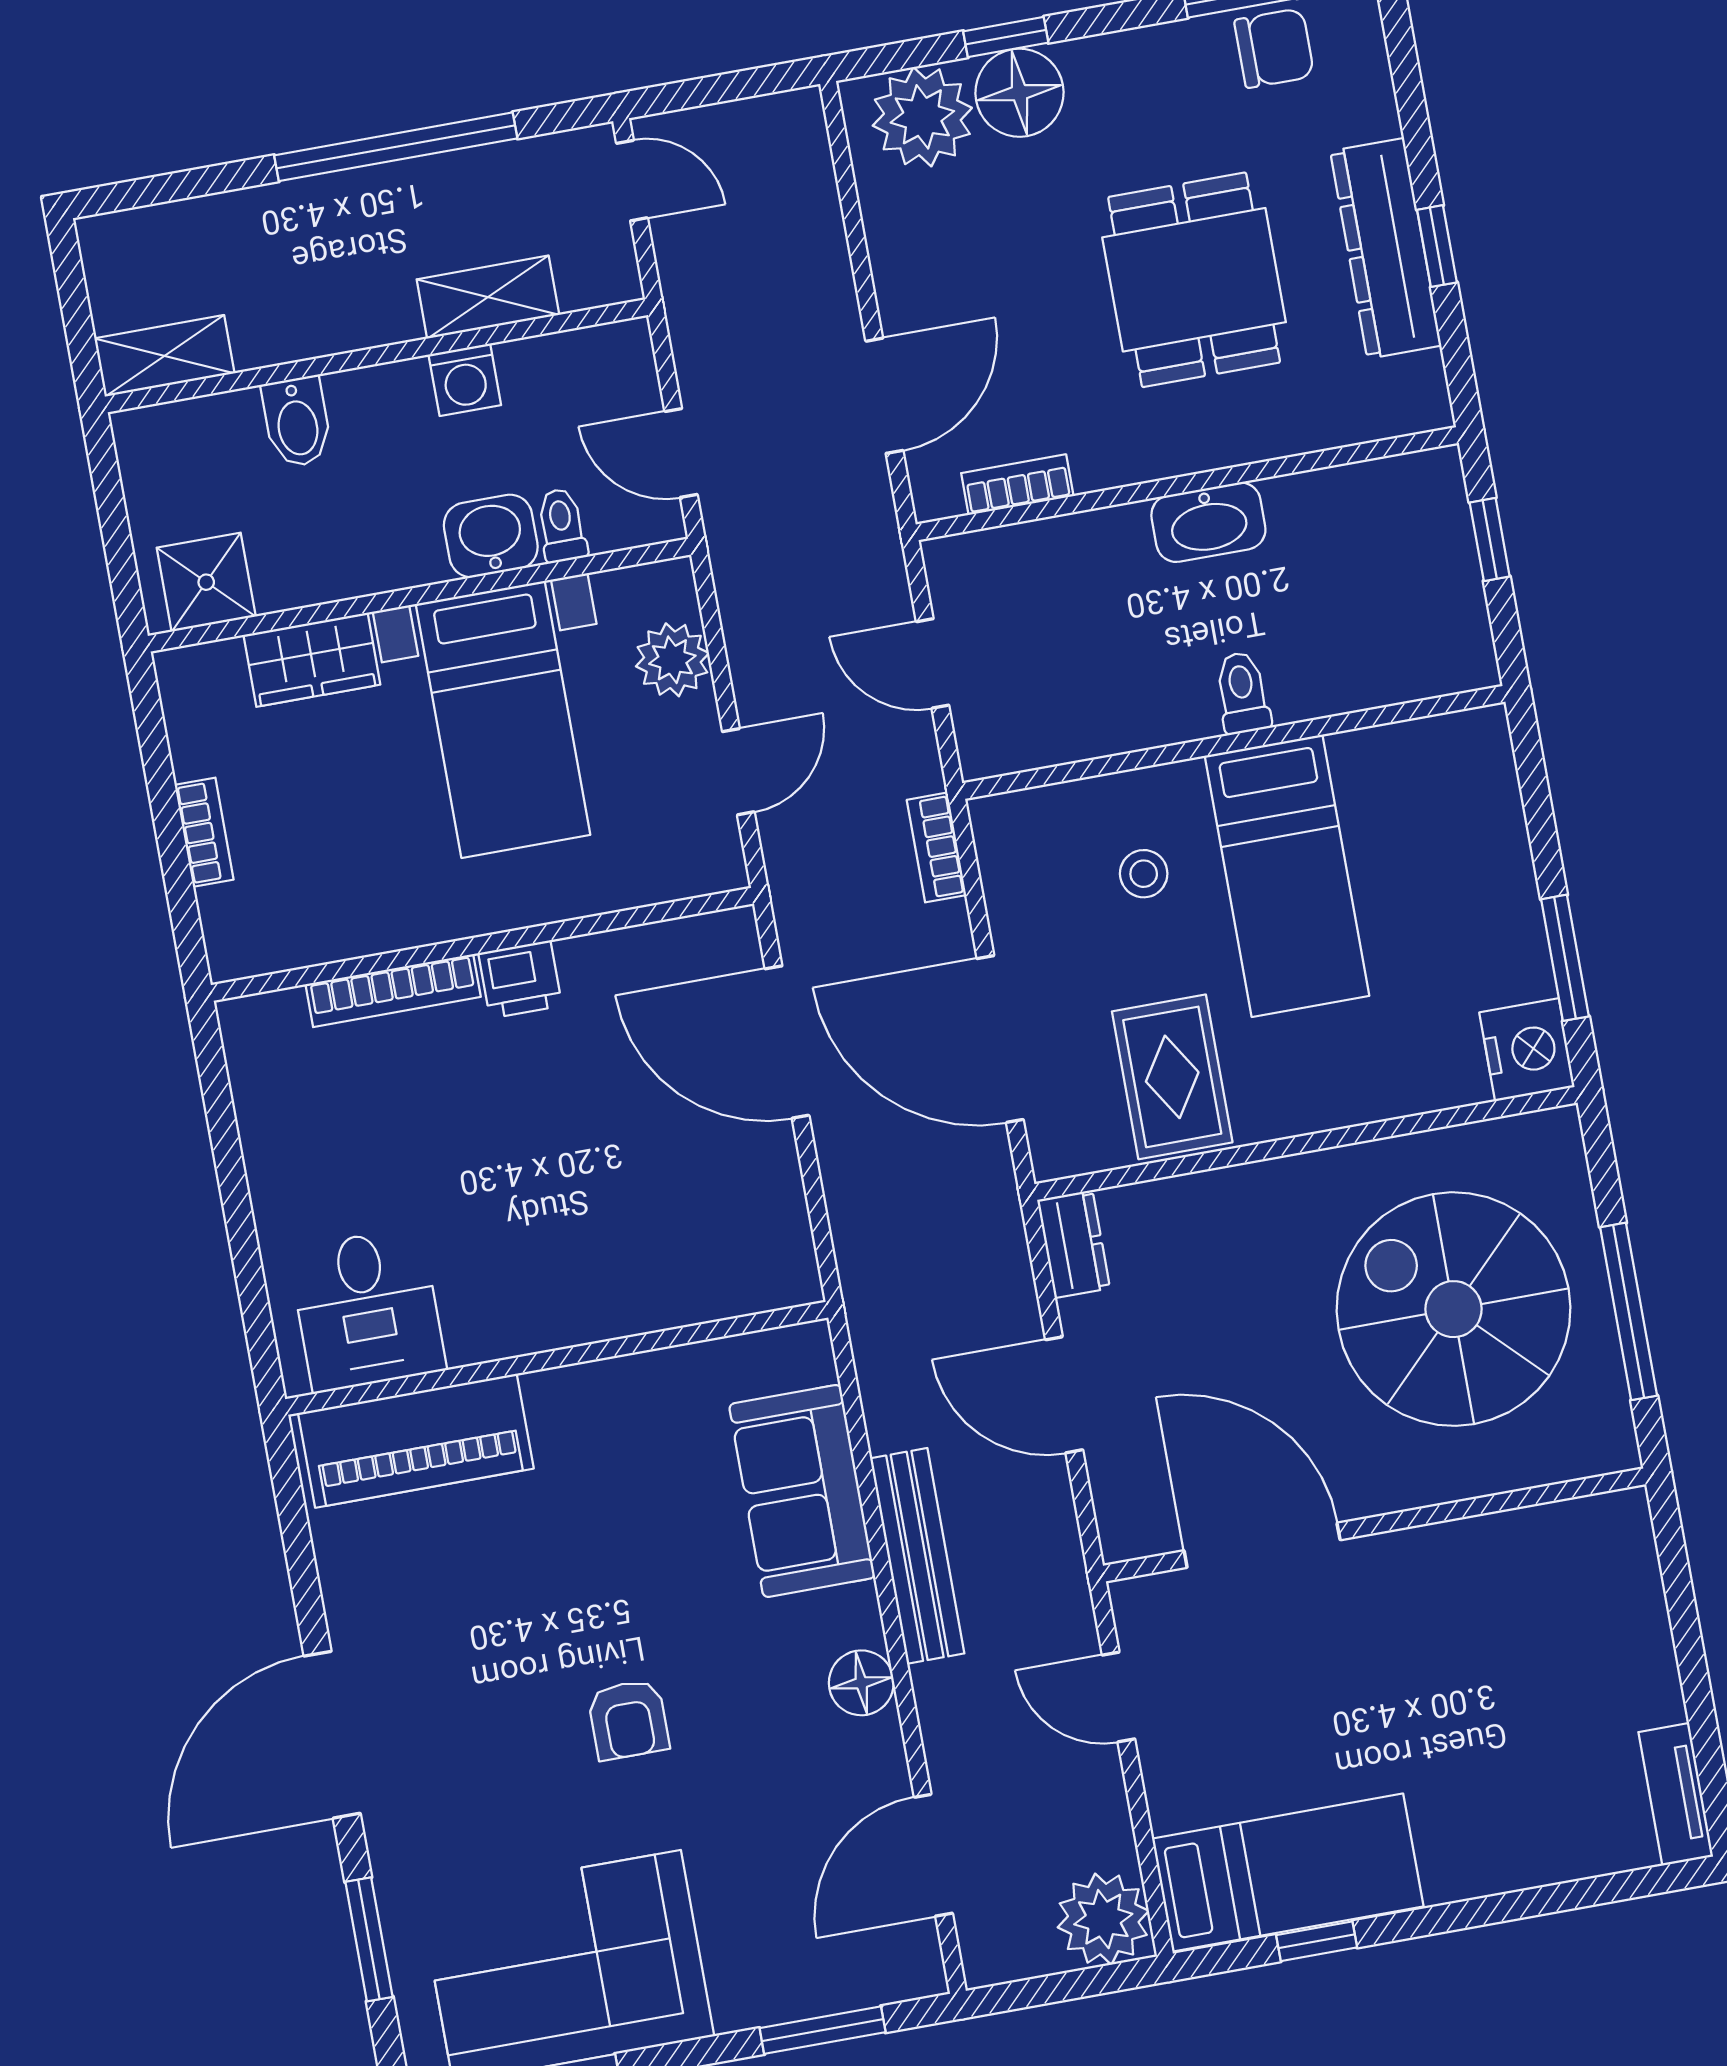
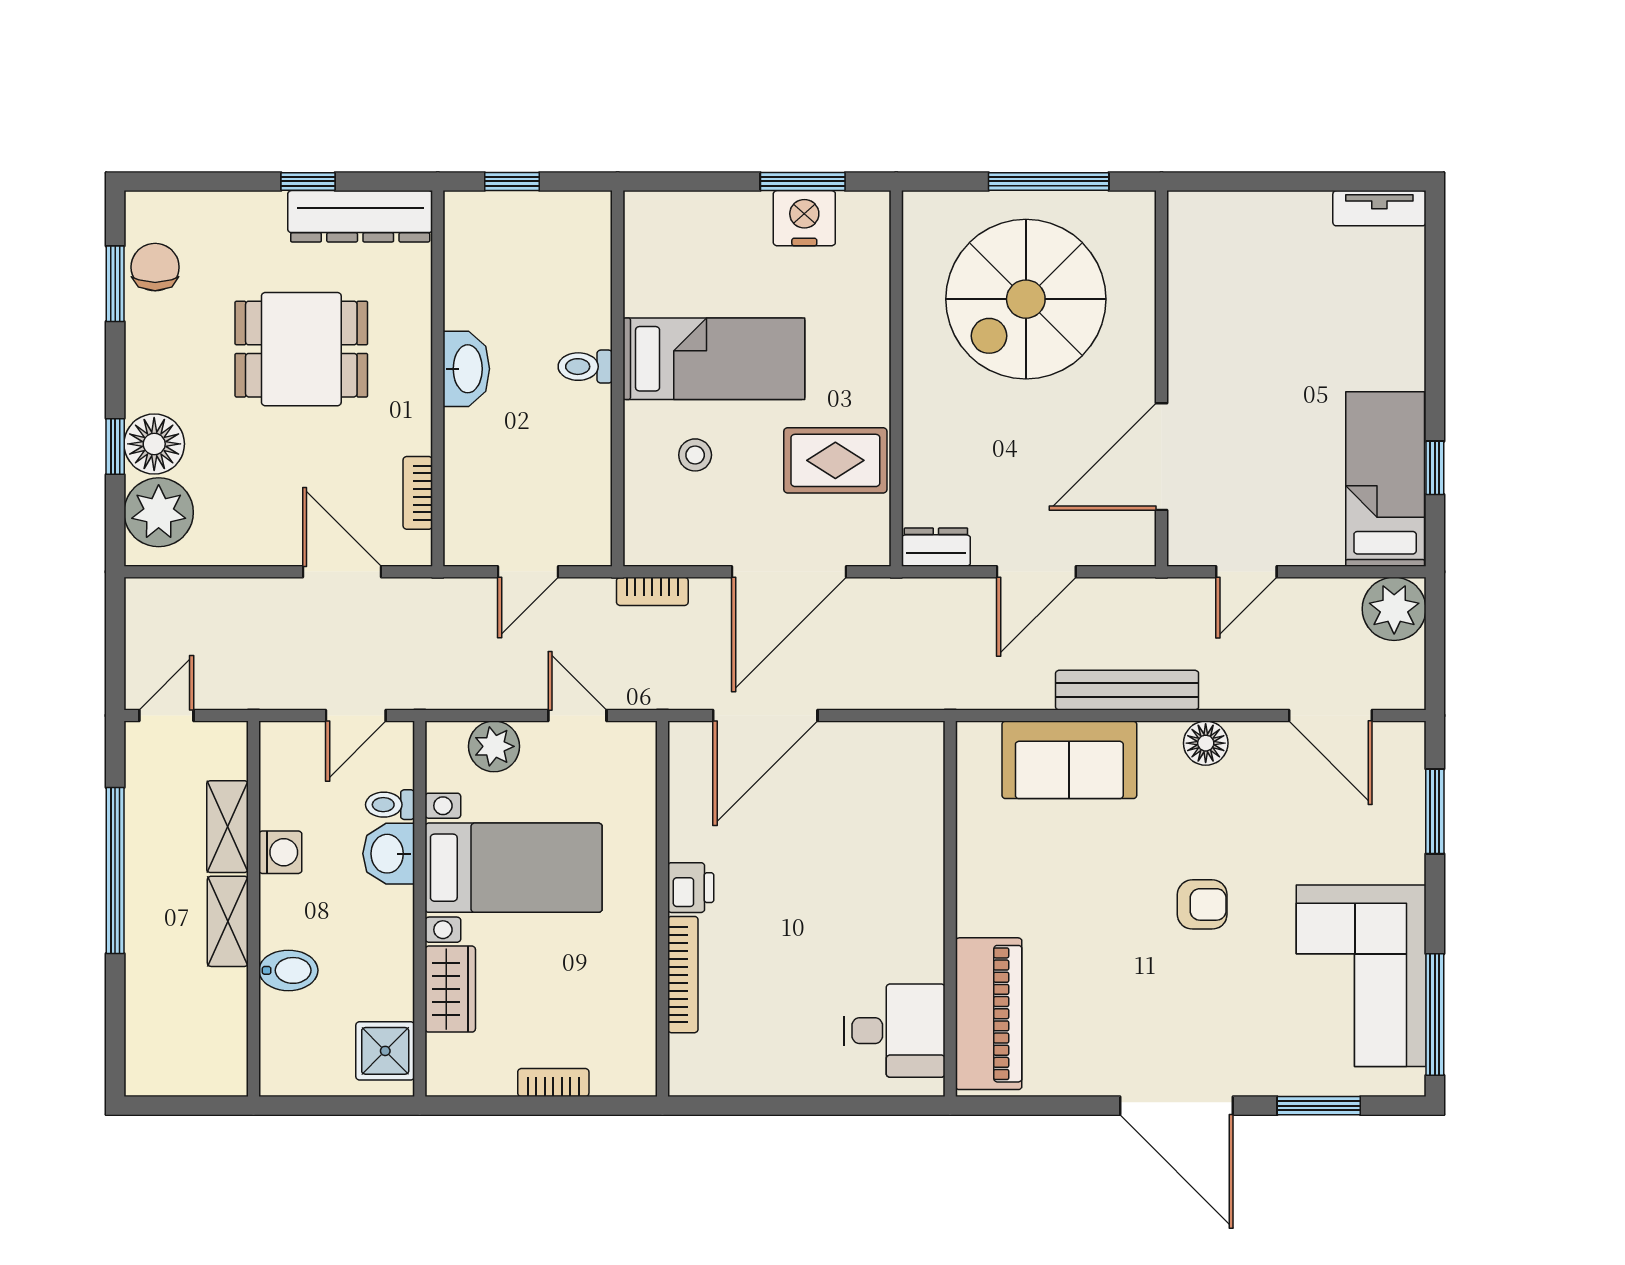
dresser: (1386, 248) -> (360, 216), moved
shelving: (164, 356) -> (228, 921), moved
nightstand: (1527, 1050) -> (804, 218), moved

